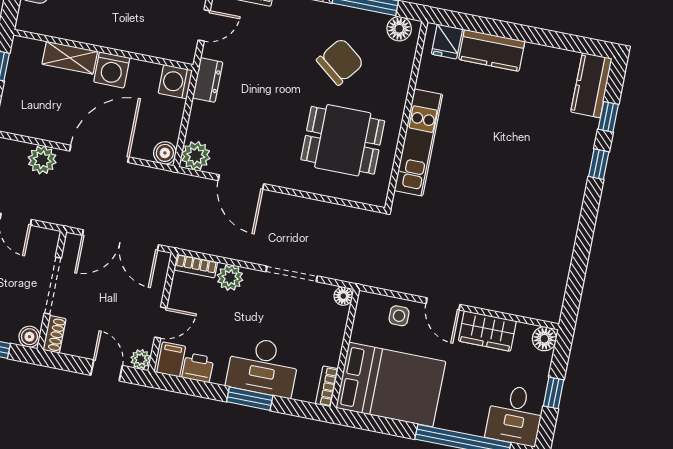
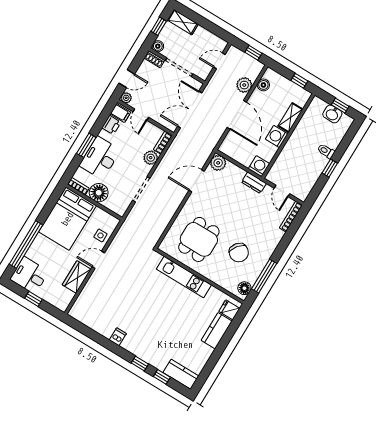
boiler: (165, 153) -> (263, 85), moved
dishwasher: (566, 220) -> (118, 337), added
floor lamp: (343, 296) -> (99, 193), moved, width x1.89, depth x1.89
floor lamp: (544, 339) -> (62, 304), removed

